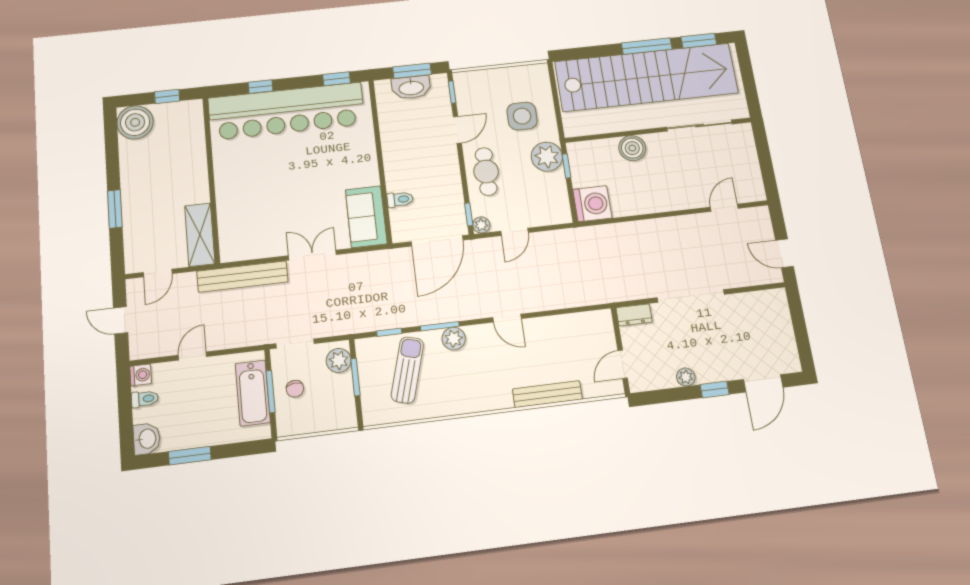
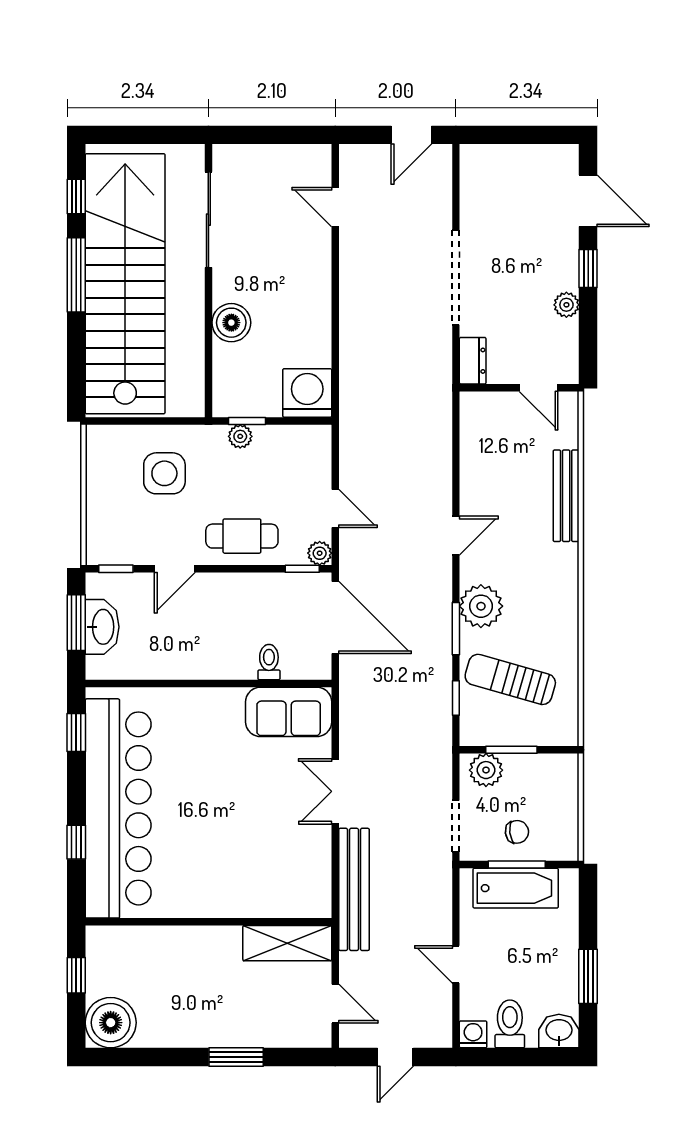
window: (699, 41) -> (76, 196), width x0.67
door: (457, 130) -> (175, 569), swing flipped
plant: (547, 157) -> (240, 436), width x0.53, depth x0.53
plant: (454, 339) -> (481, 606), width x1.36, depth x1.36
toilet: (145, 399) -> (510, 1024), width x1.37, depth x1.39

